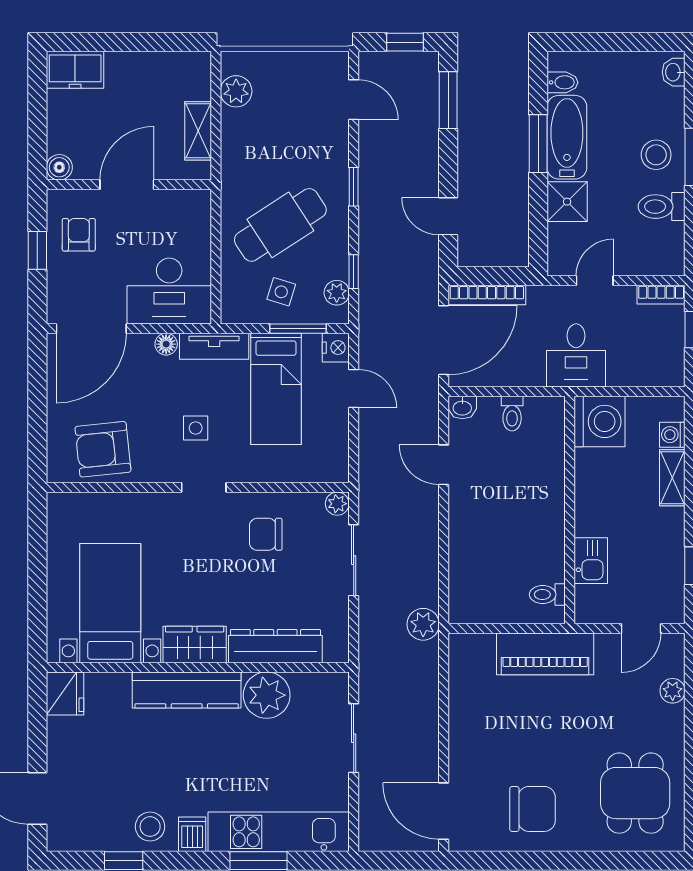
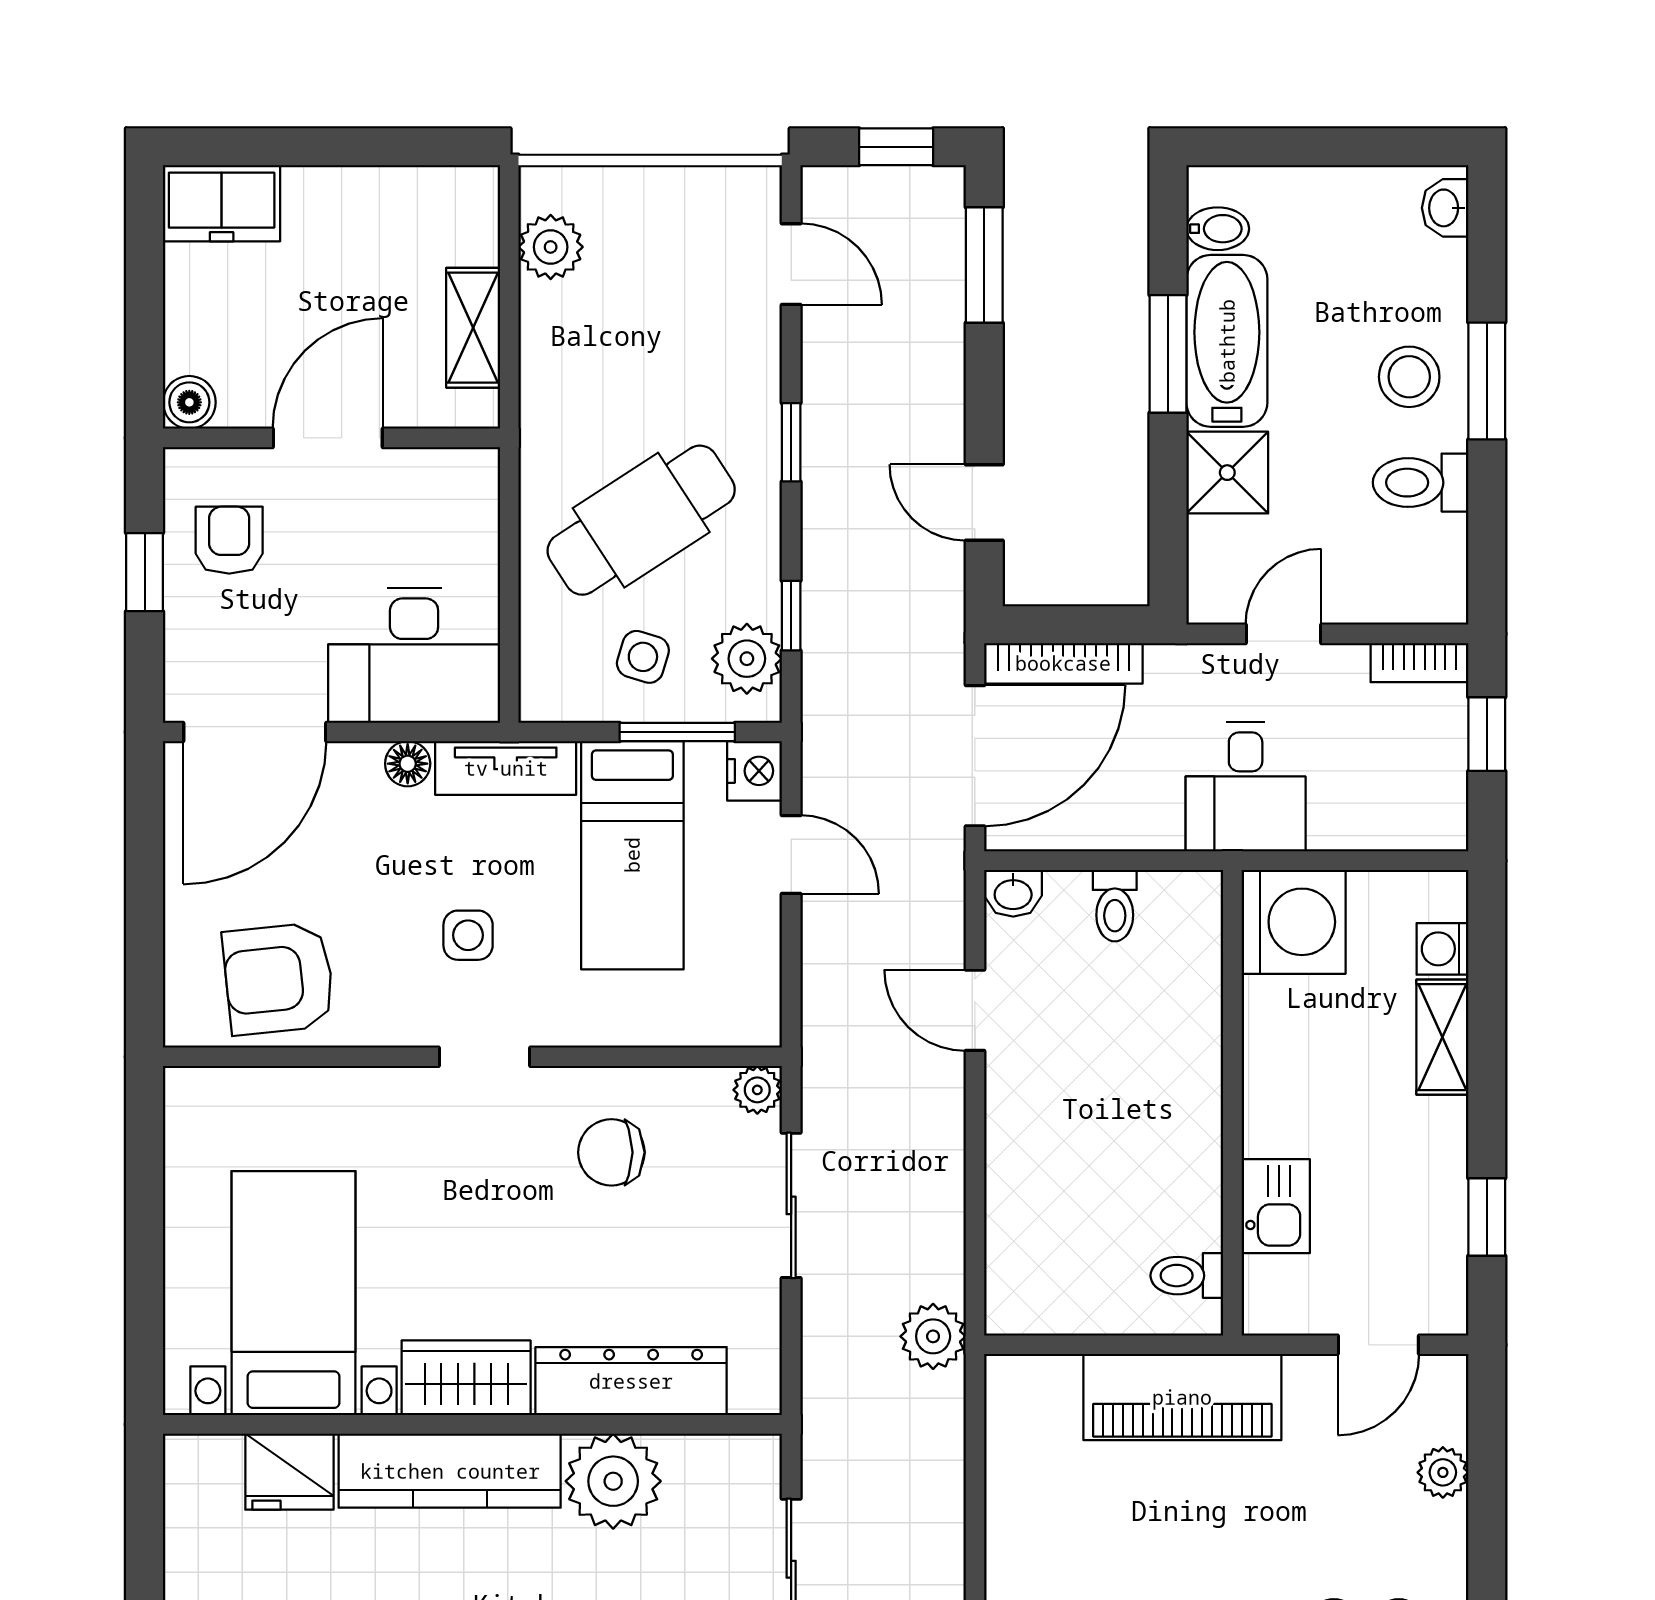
plant: (337, 293) -> (747, 659), width x1.38, depth x1.38
fridge: (65, 693) -> (289, 1472), moved, turned 90

